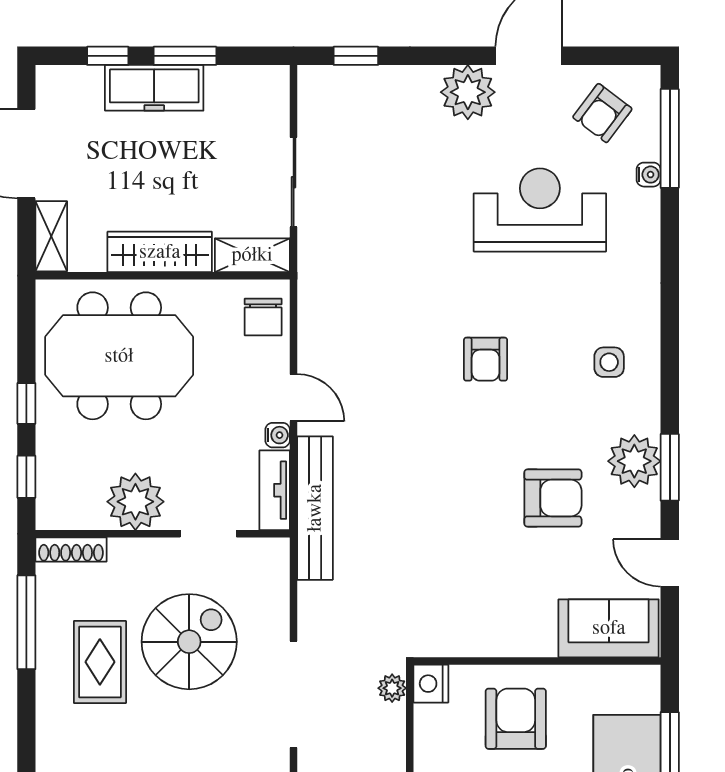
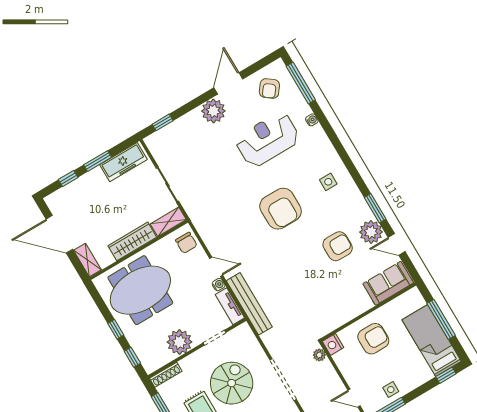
freezer: (154, 88) -> (123, 162), moved
water cooler: (649, 175) -> (312, 120), moved
armchair: (486, 359) -> (281, 209), width x1.88, depth x1.88
plant: (634, 461) -> (371, 232), moved
armchair: (516, 719) -> (373, 339), turned 90

